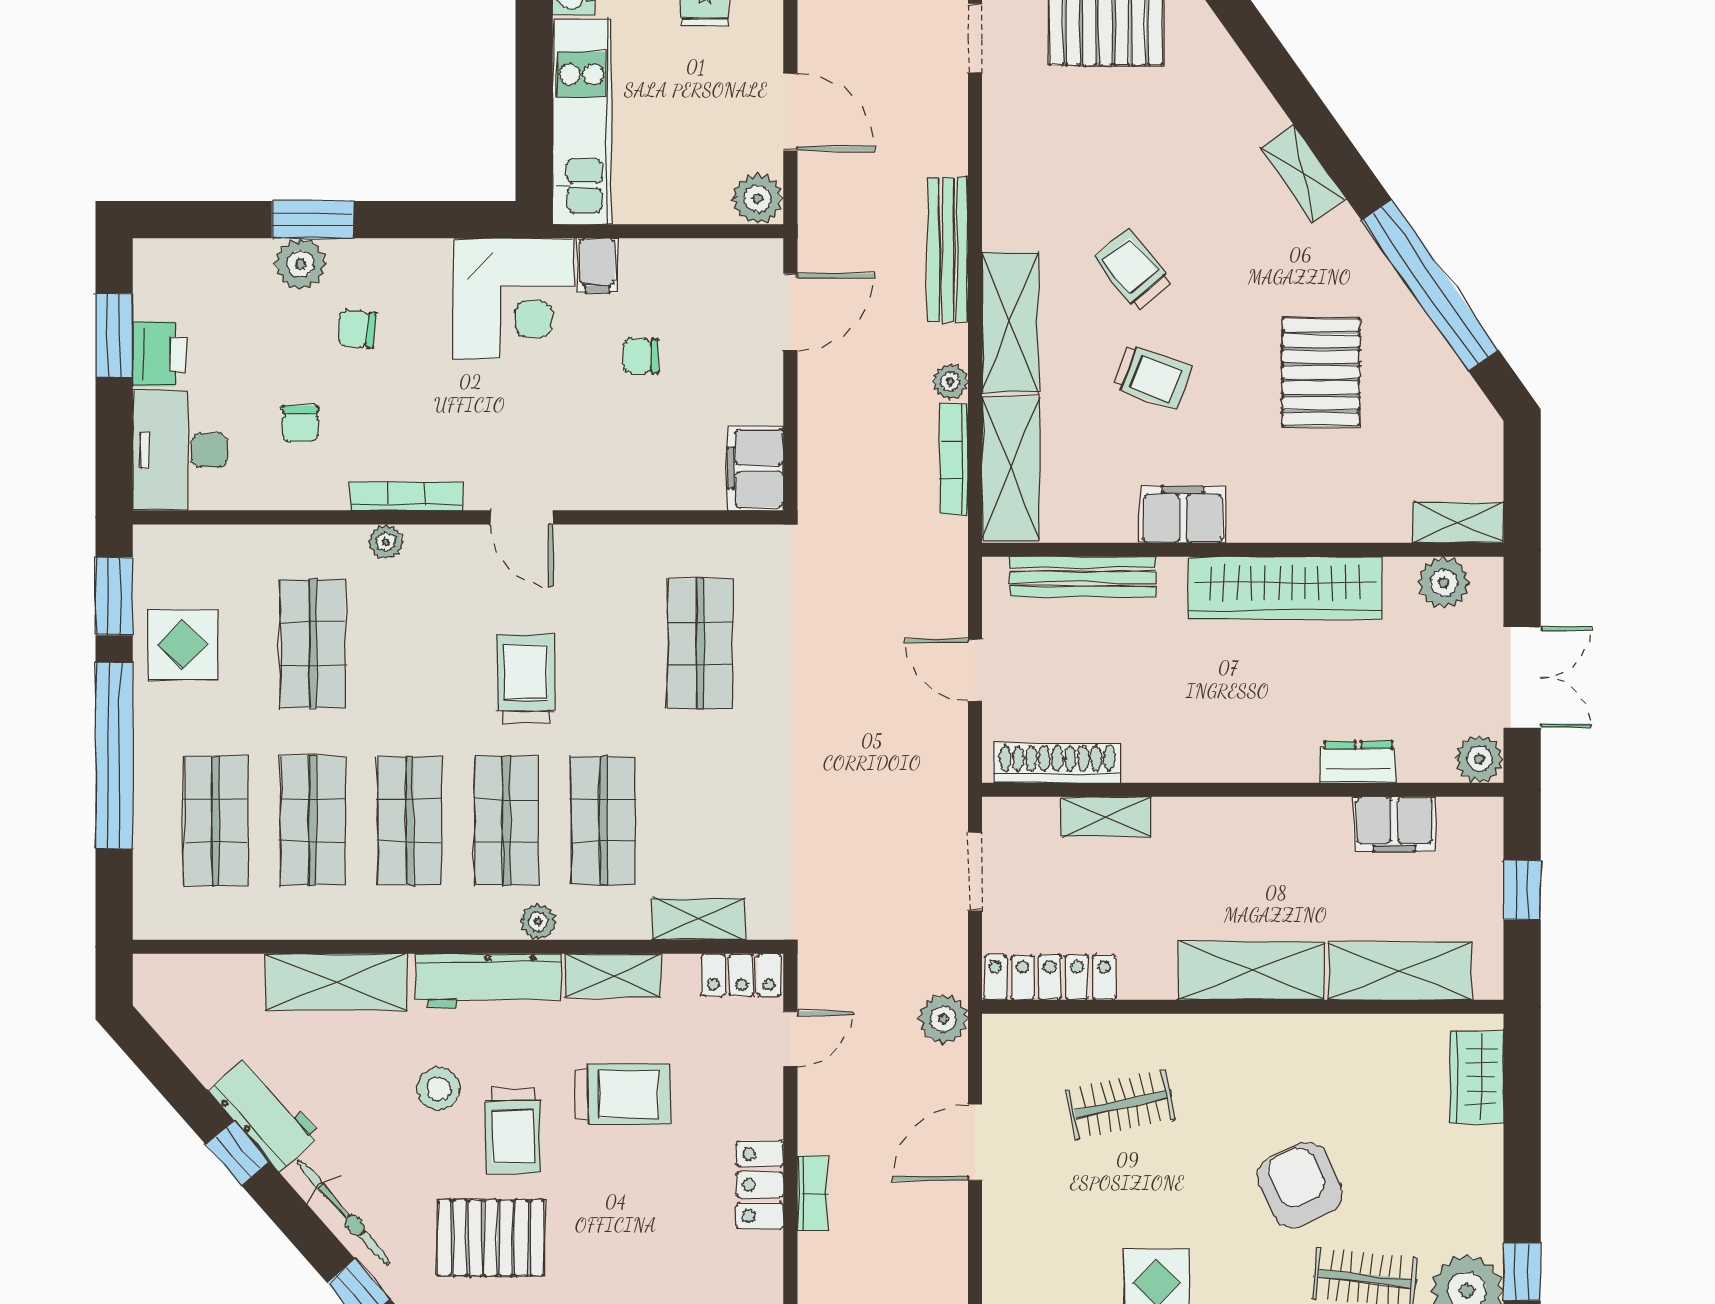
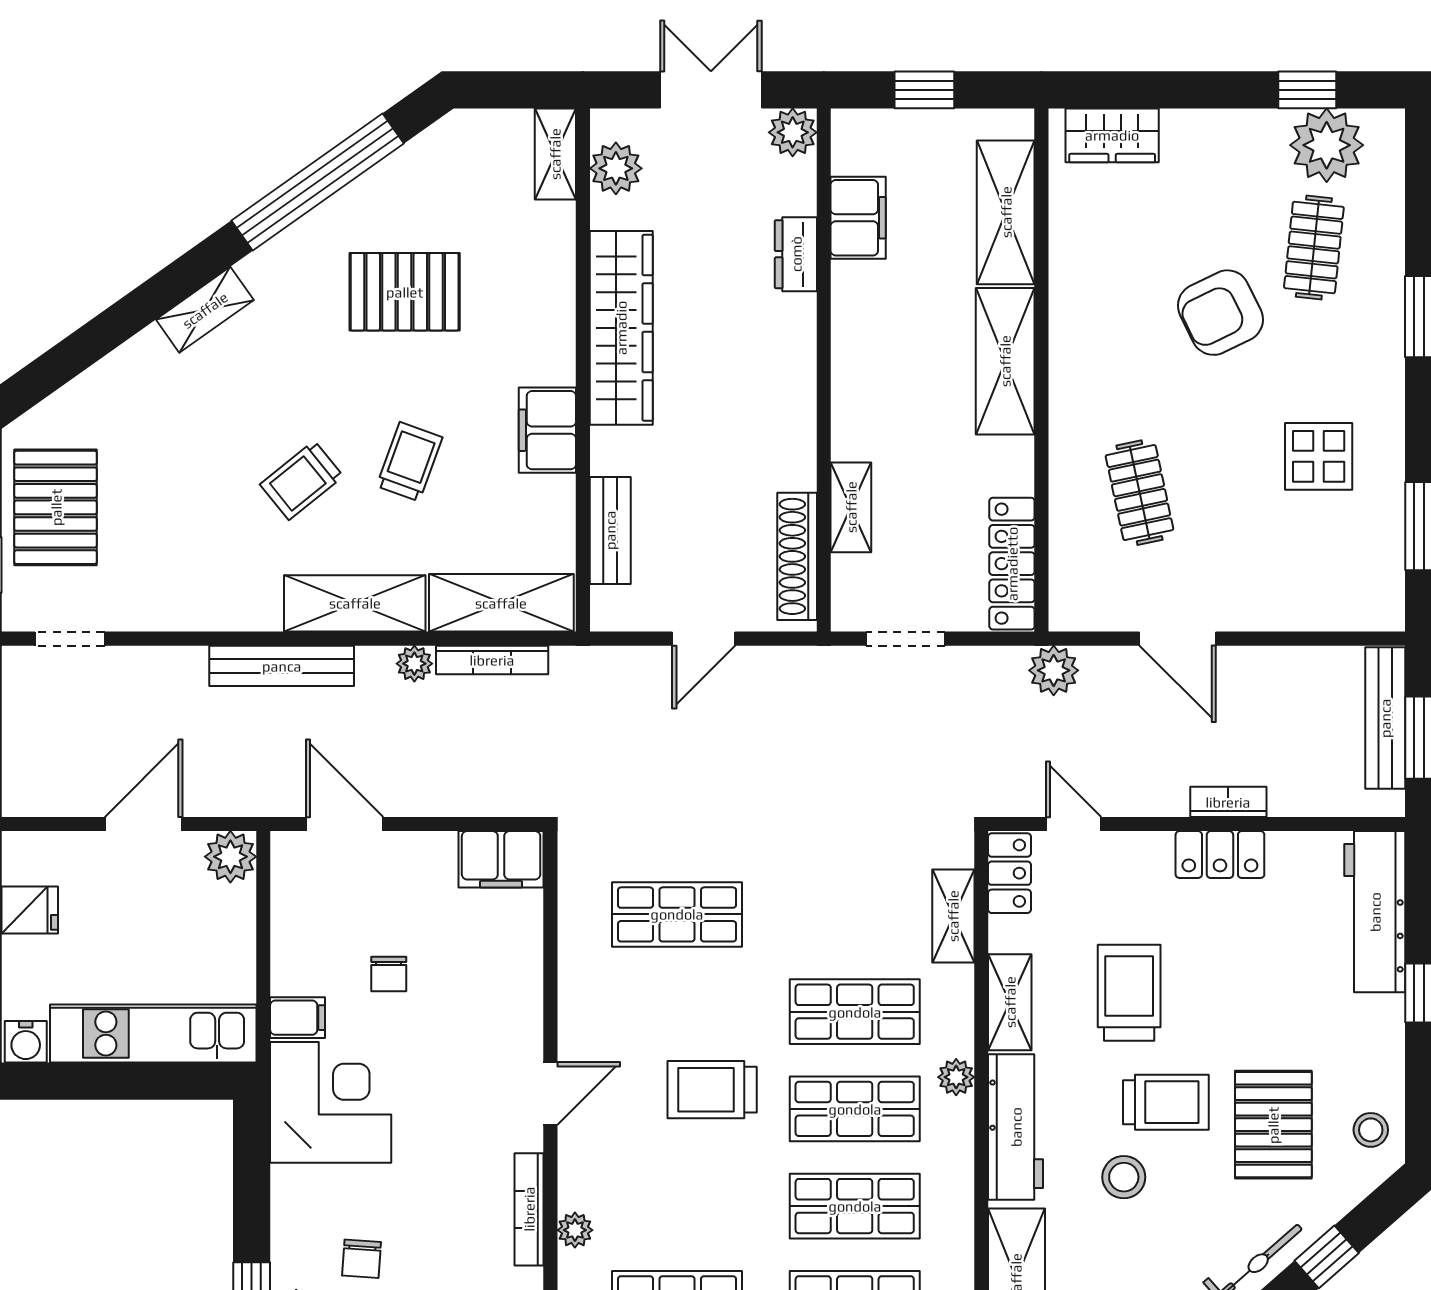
bench: (1083, 577) -> (610, 530), width x0.73

